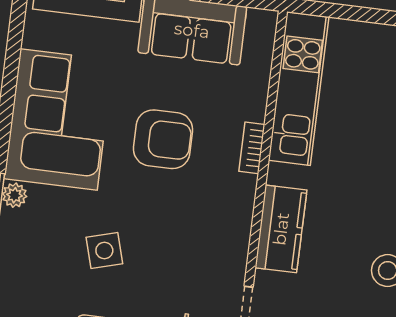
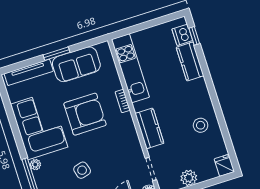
armchair: (163, 139) -> (85, 114), width x1.36, depth x1.36

